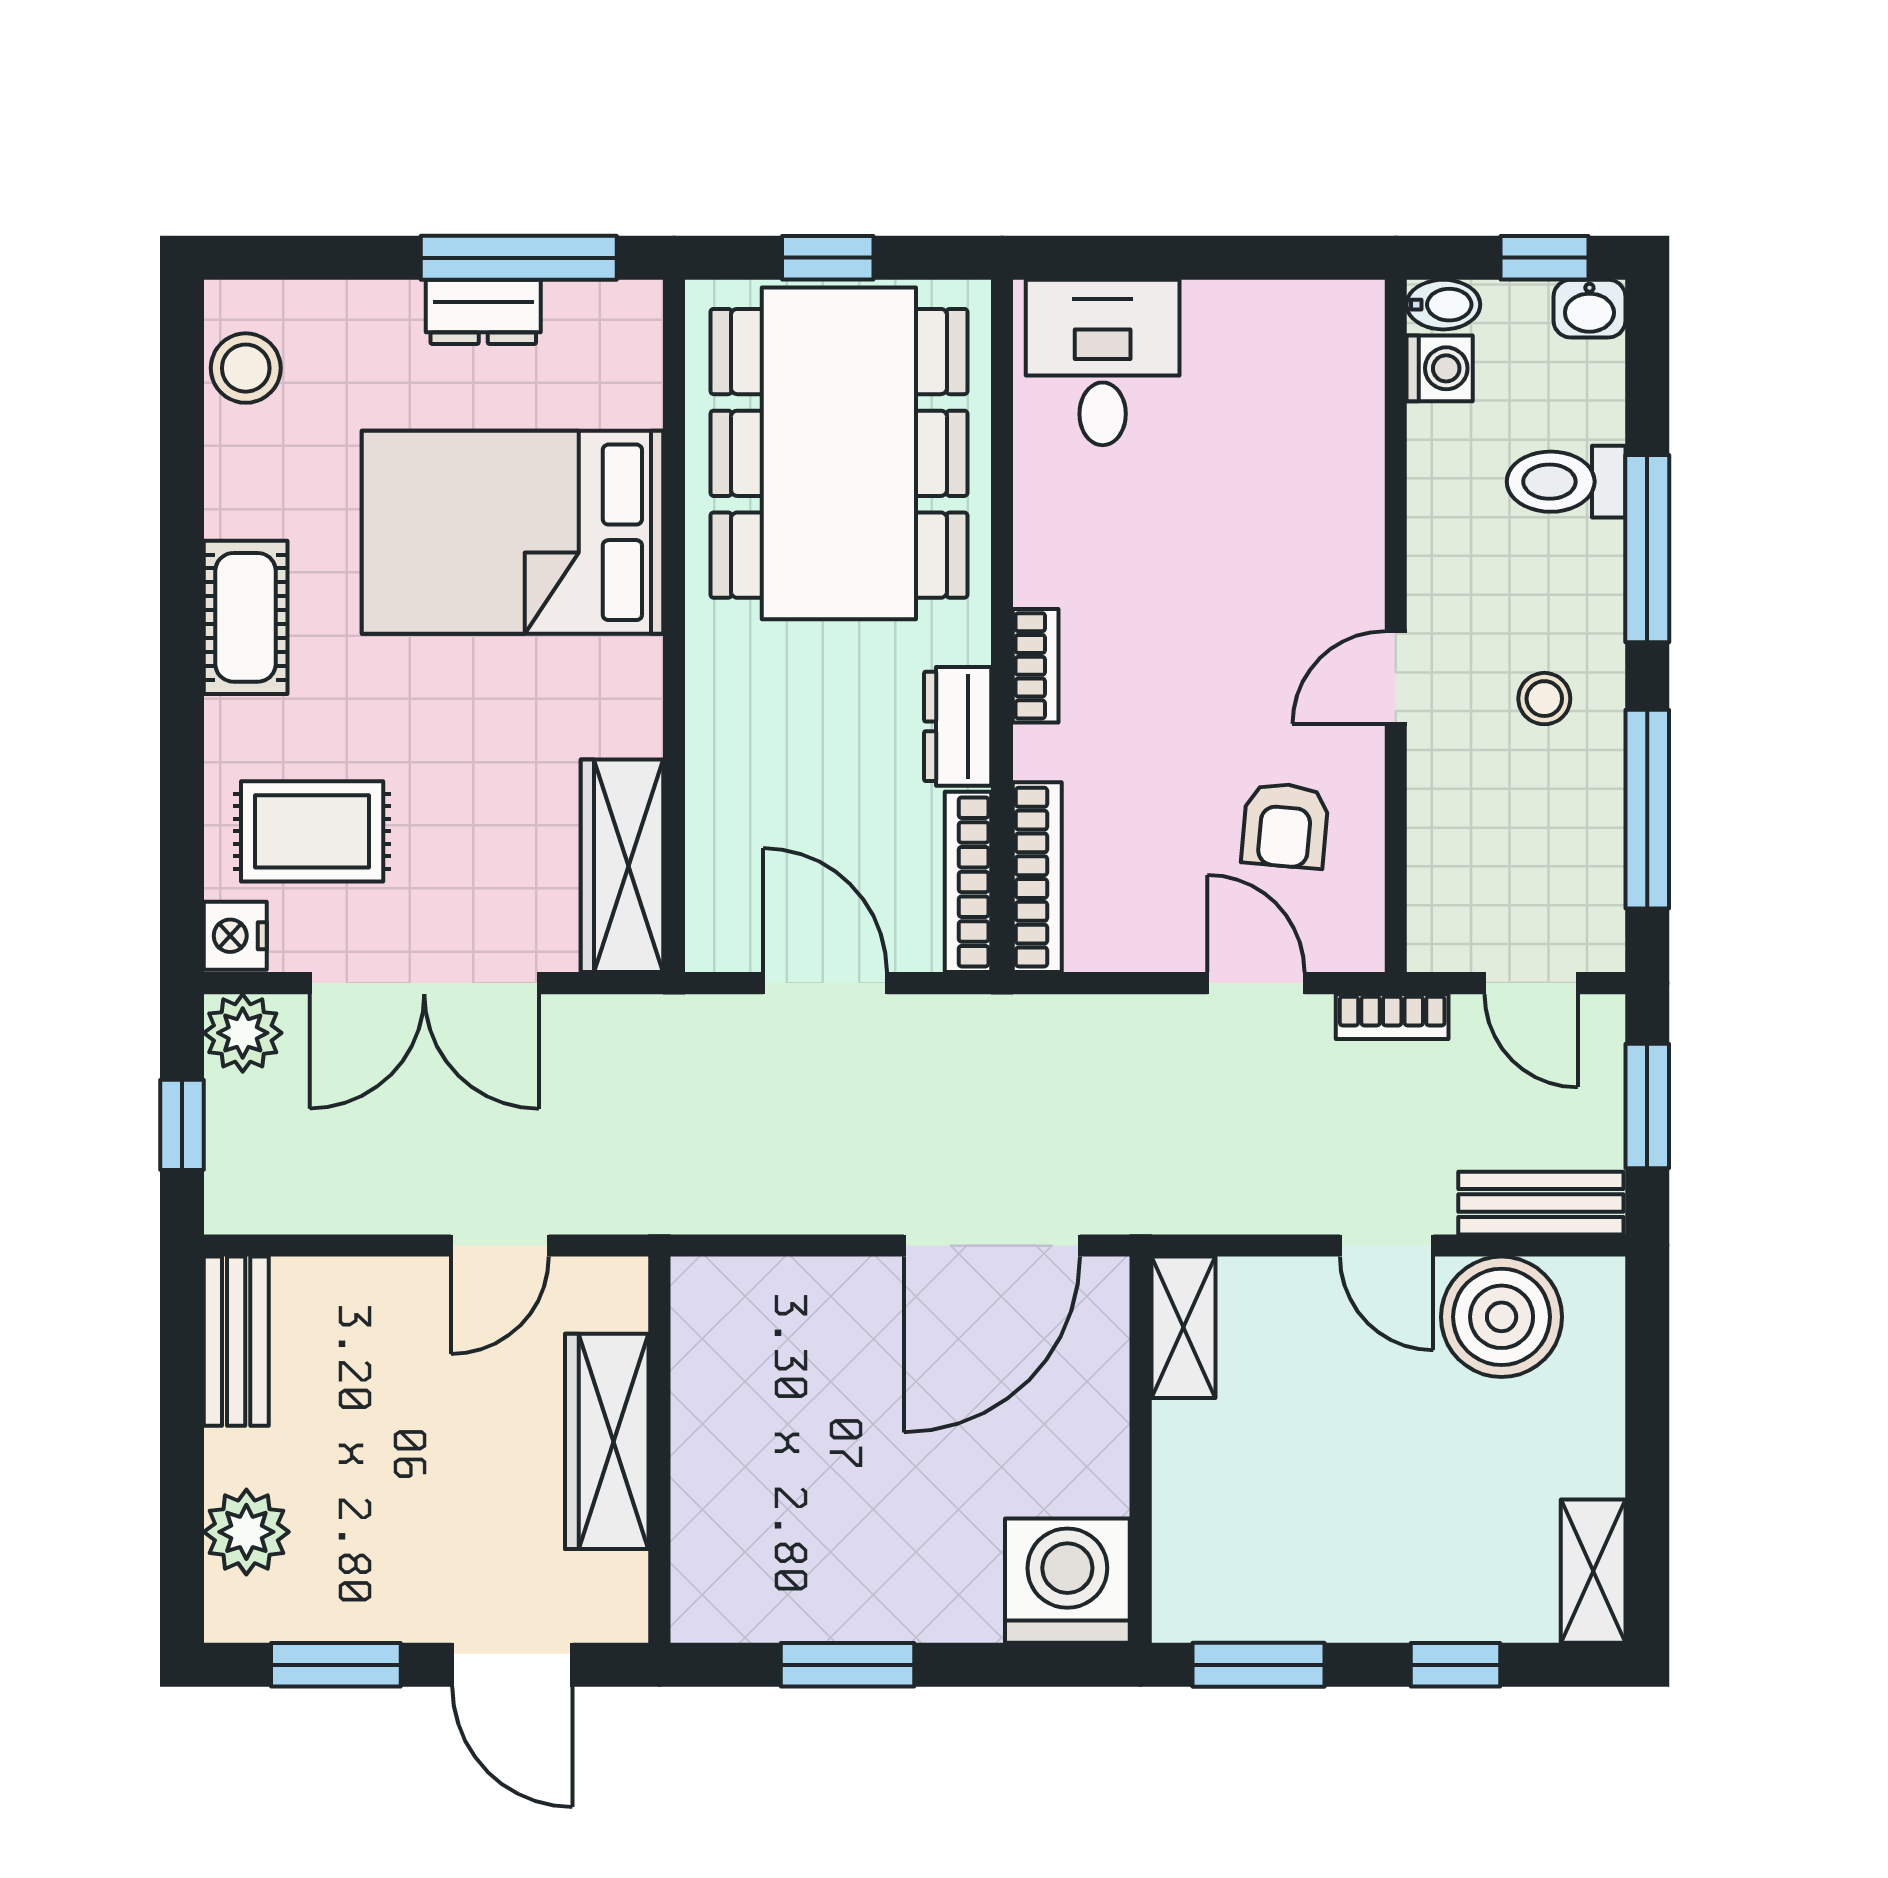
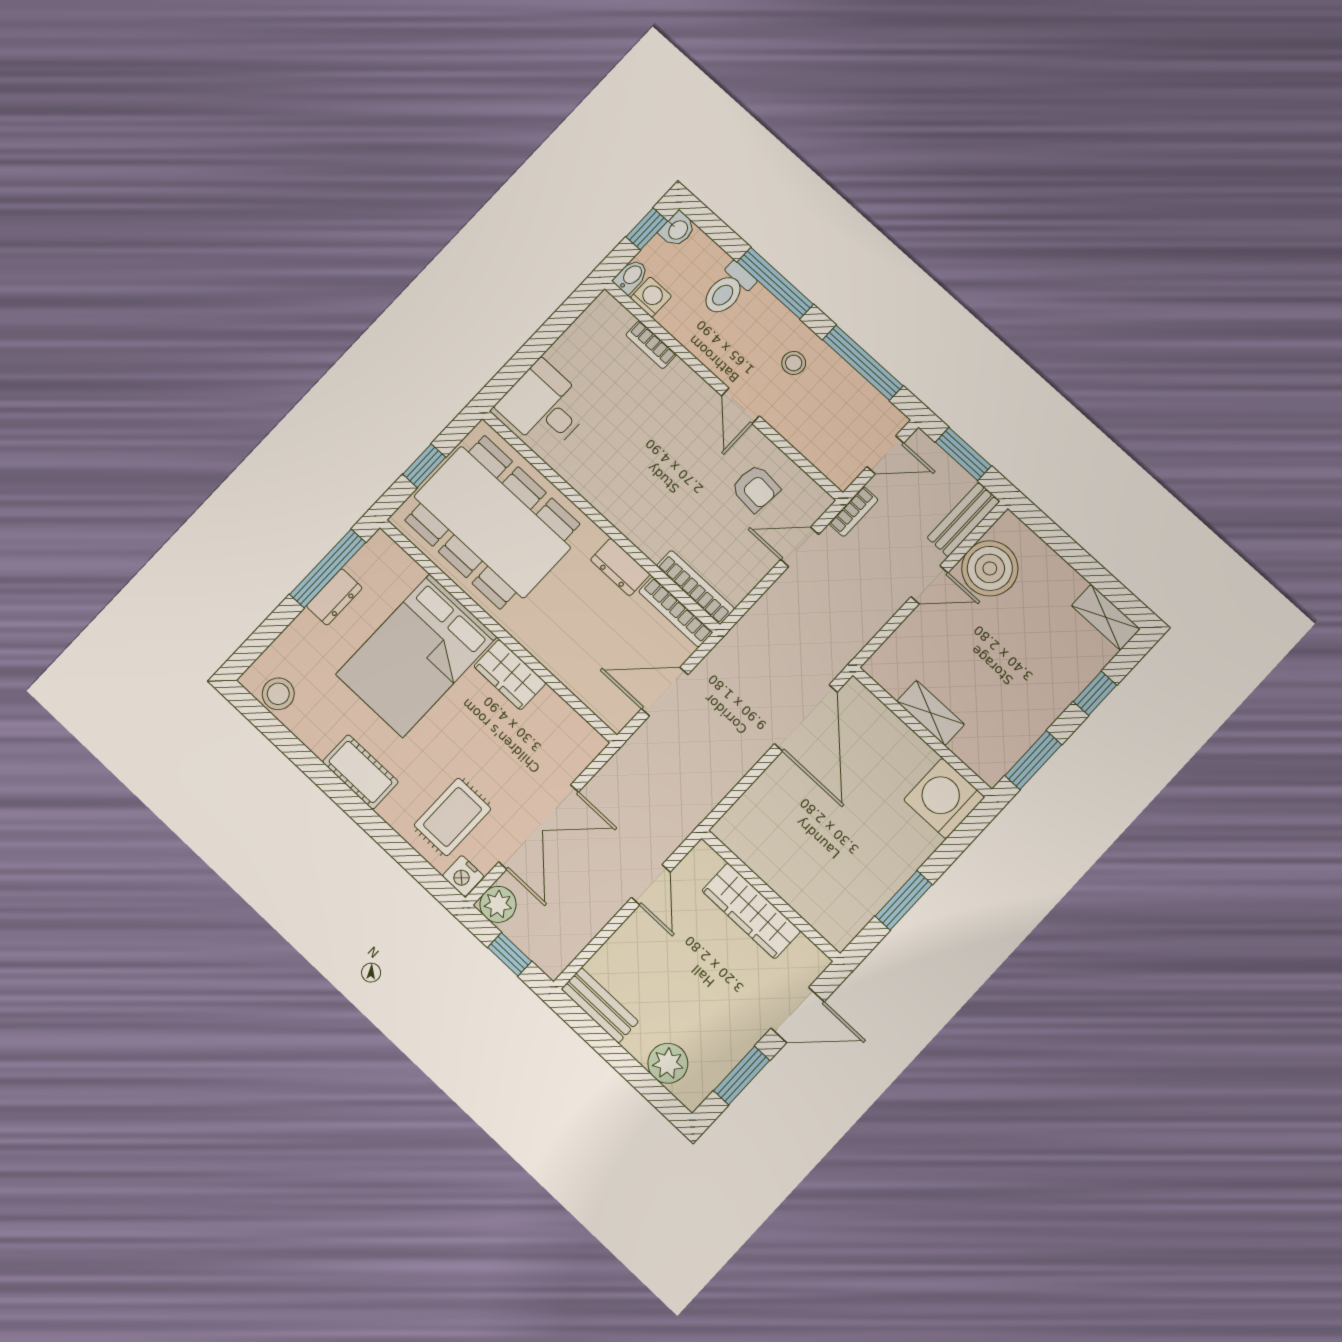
bookcase: (1036, 666) -> (651, 345), moved, turned 180
wardrobe: (622, 866) -> (510, 675), moved, width x0.67
shelving: (1183, 1327) -> (931, 713), moved

